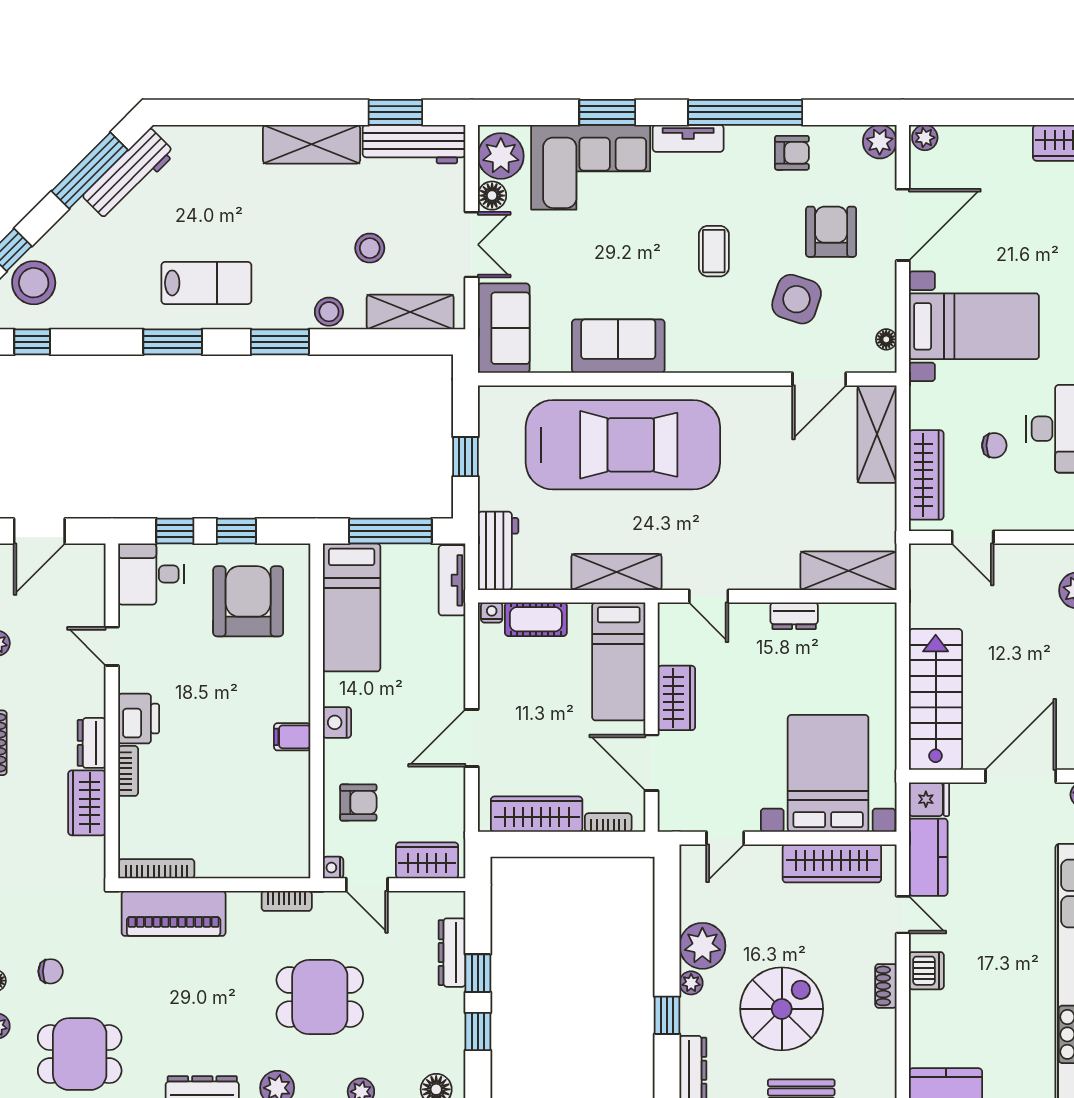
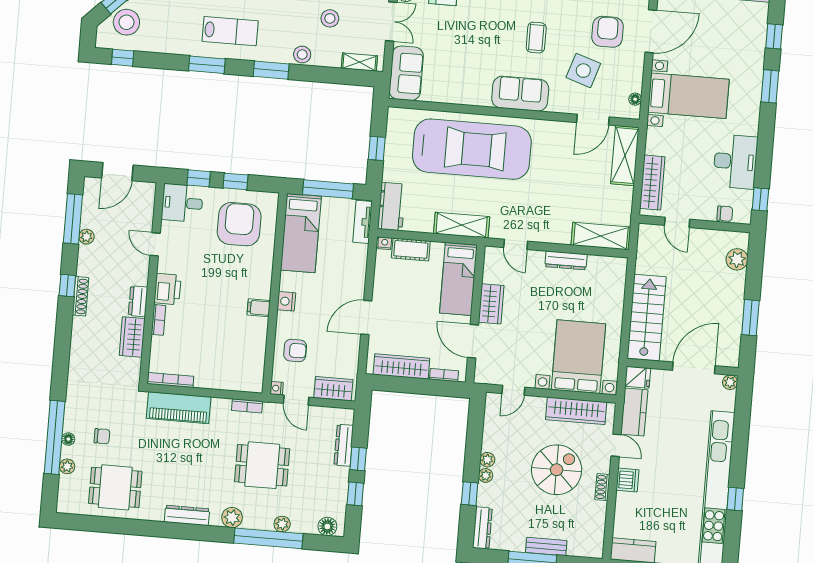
shelving: (410, 312) -> (359, 62), width x0.67, depth x0.75
sofa: (618, 346) -> (520, 94), moved
chair: (994, 445) -> (725, 214), moved
dresser: (794, 616) -> (566, 260), width x1.44
plant: (702, 946) -> (487, 460), width x0.53, depth x0.53
spiral stairs: (782, 1009) -> (557, 470), moved

